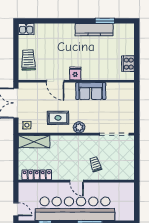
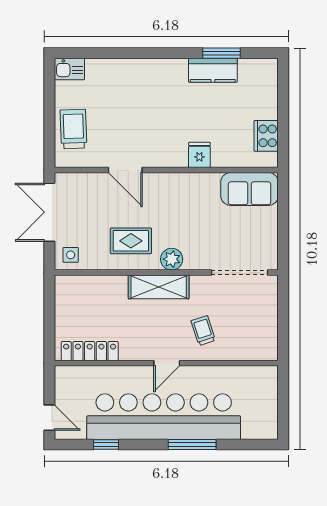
kitchen counter: (94, 30) -> (213, 70), width x0.67
fridge: (75, 73) -> (199, 155), moved
sofa: (91, 91) -> (250, 189), moved
shelving: (34, 142) -> (159, 287), moved
door: (77, 181) -> (167, 363), hinge flipped

